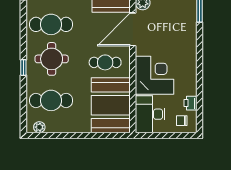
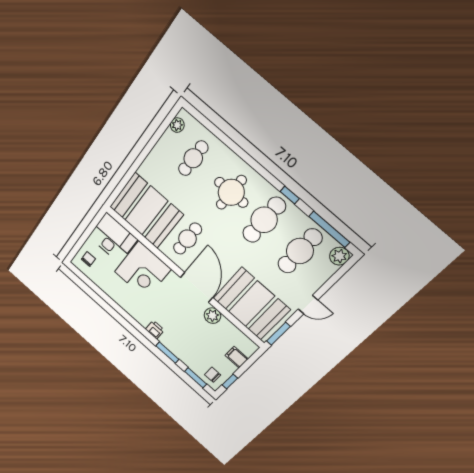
window: (23, 68) -> (290, 195), moved
cafe table: (51, 100) -> (193, 158), width x0.73, depth x0.74
printer: (190, 103) -> (155, 330), moved

